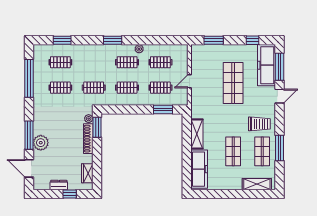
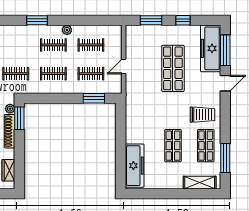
window: (253, 40) -> (183, 20), moved
shelving: (197, 134) -> (132, 126), removed
window: (280, 148) -> (225, 158), moved

